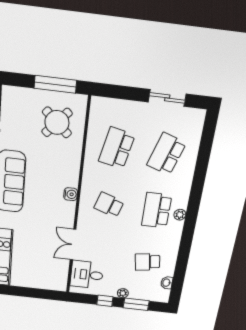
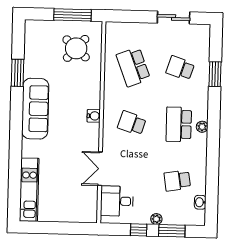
school desk: (117, 148) -> (133, 67), turned -33
school desk: (166, 154) -> (180, 68), width x0.54
window: (202, 164) -> (215, 74), added

